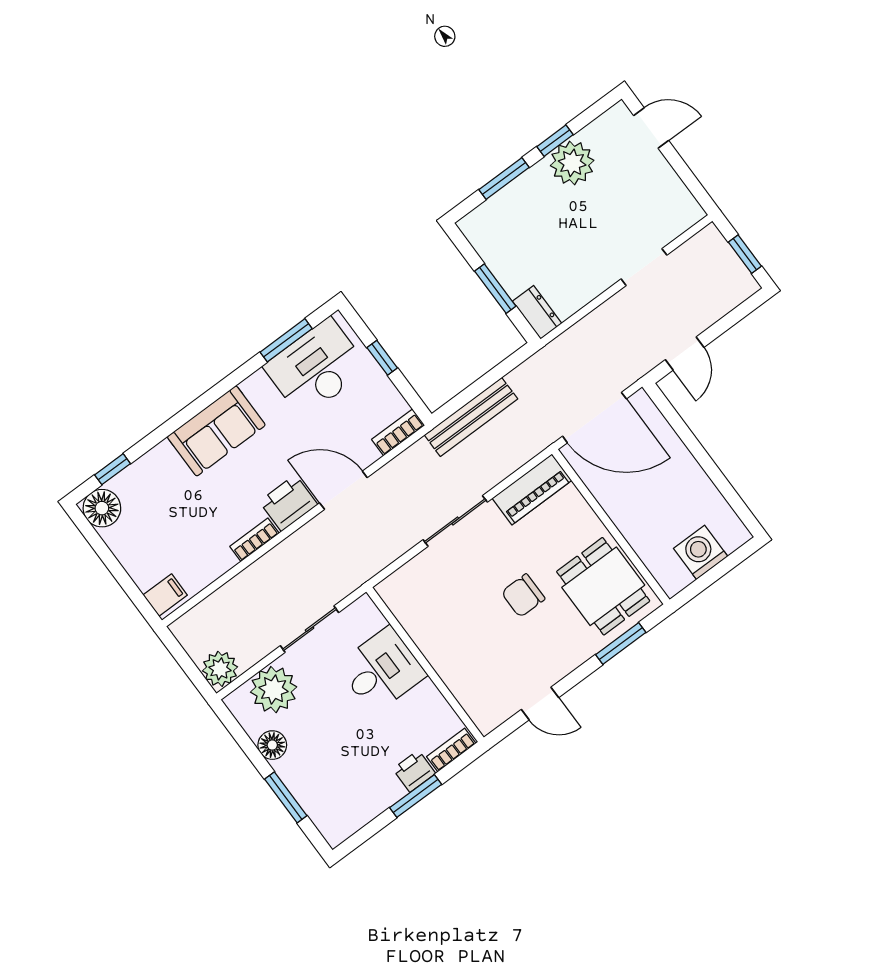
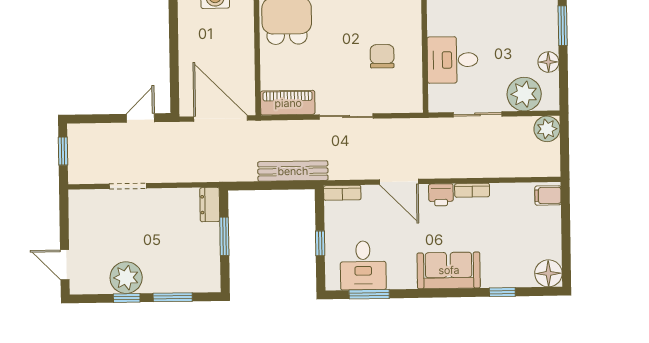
desk: (316, 368) -> (363, 265), width x0.73
window: (113, 469) -> (502, 292), moved
printer: (288, 503) -> (441, 195), width x0.73, depth x0.81
chair: (523, 596) -> (382, 56), moved, turned -90

